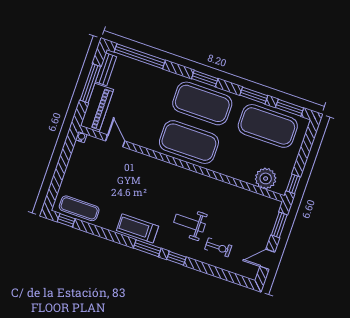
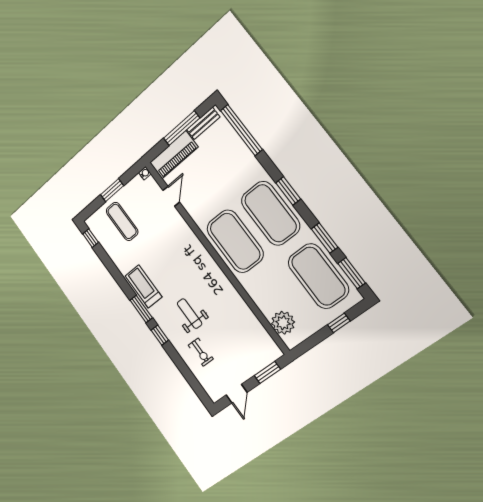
window: (61, 169) -> (112, 190), added
window: (293, 184) -> (339, 323), moved
exercise mat: (79, 208) -> (122, 221), moved
door: (267, 259) -> (237, 394), swing flipped

